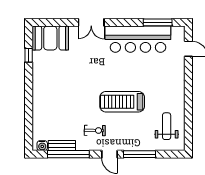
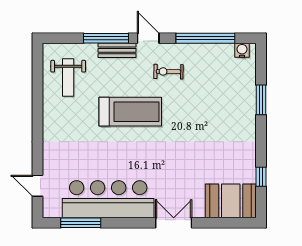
window: (29, 110) -> (261, 100), added
bench: (62, 146) -> (117, 50), moved

